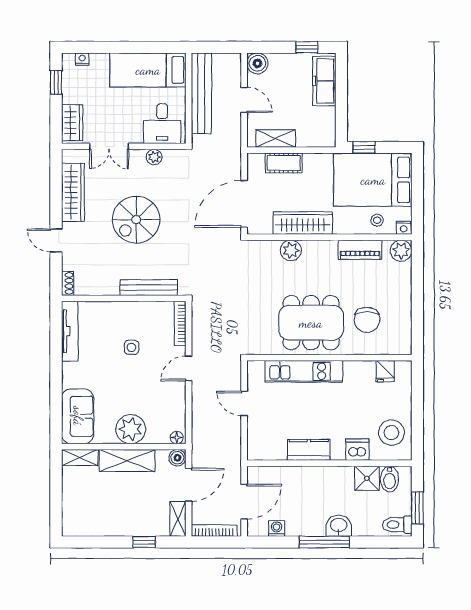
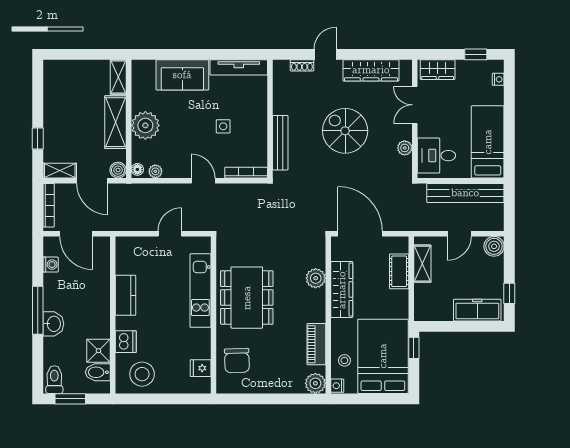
shoe rack: (68, 283) -> (302, 65), moved
chair: (367, 320) -> (237, 361), moved, turned -92
sofa: (78, 416) -> (182, 75), moved
plant: (179, 419) -> (155, 171), added

